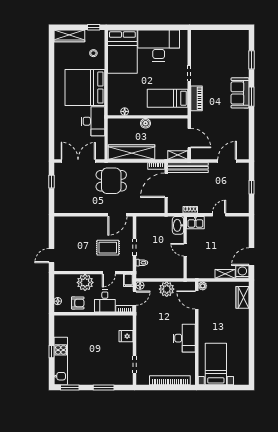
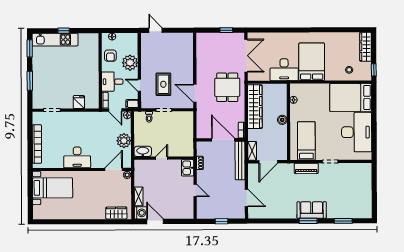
bed: (85, 88) -> (312, 62), width x0.73
washbasin: (178, 225) -> (143, 151), moved

